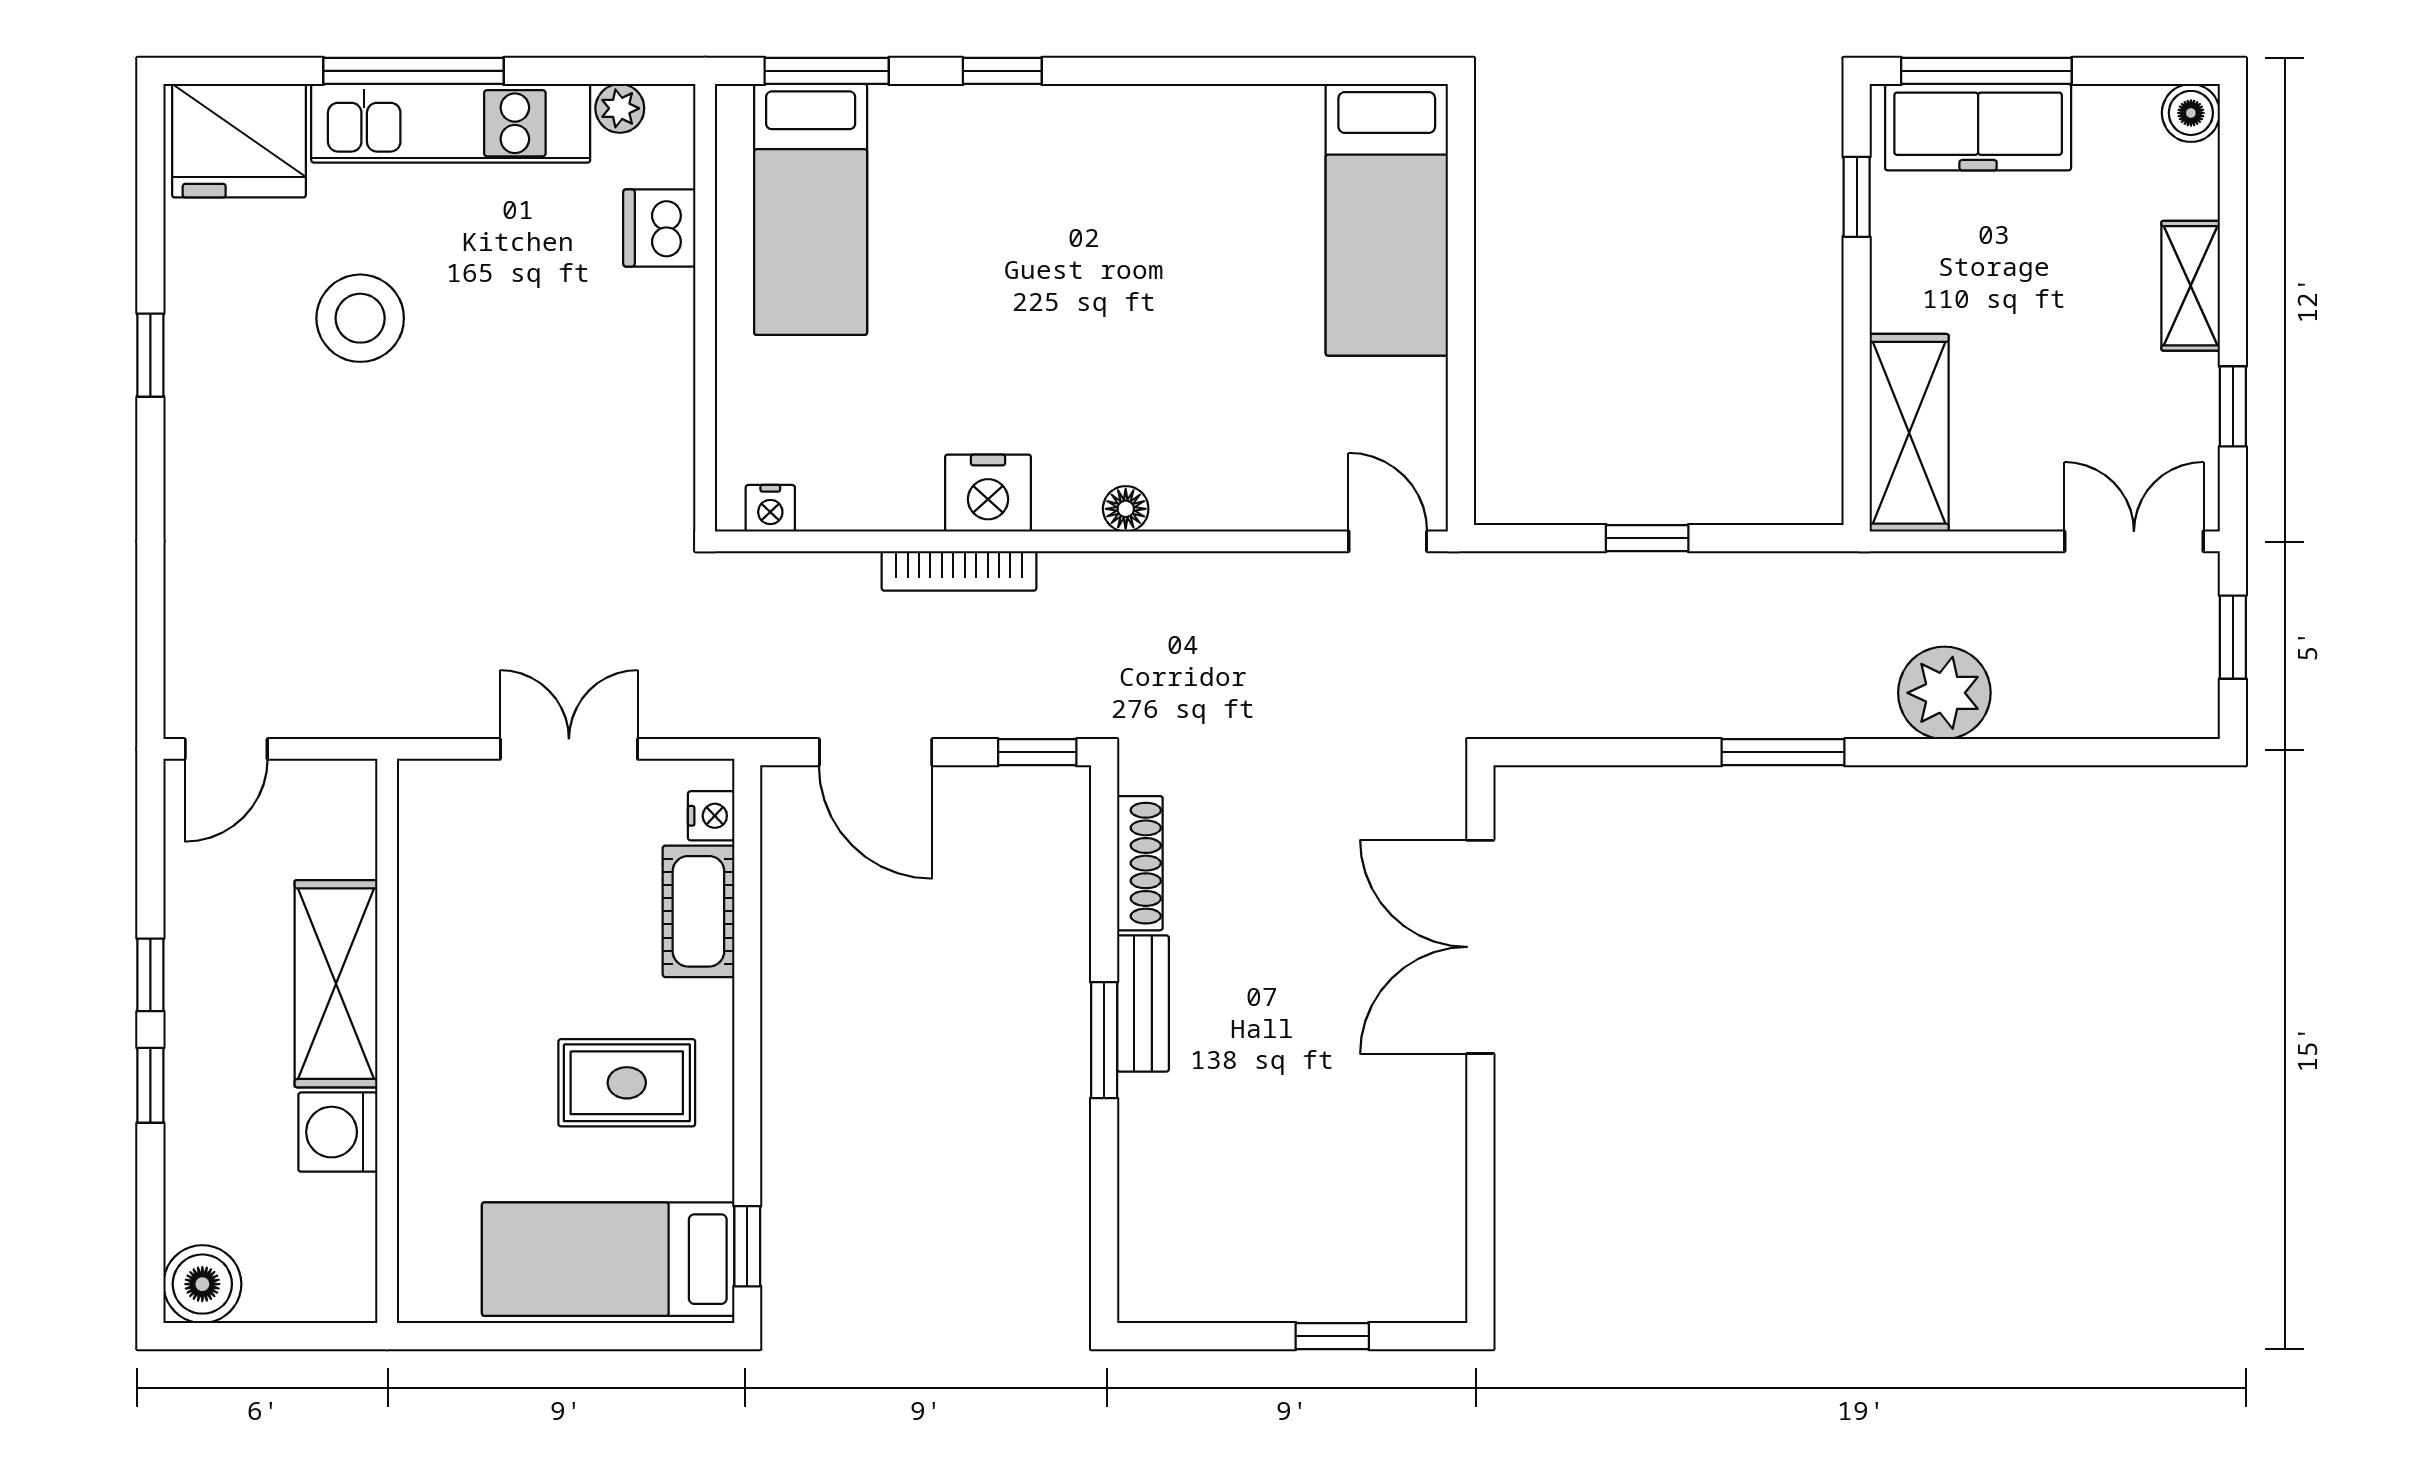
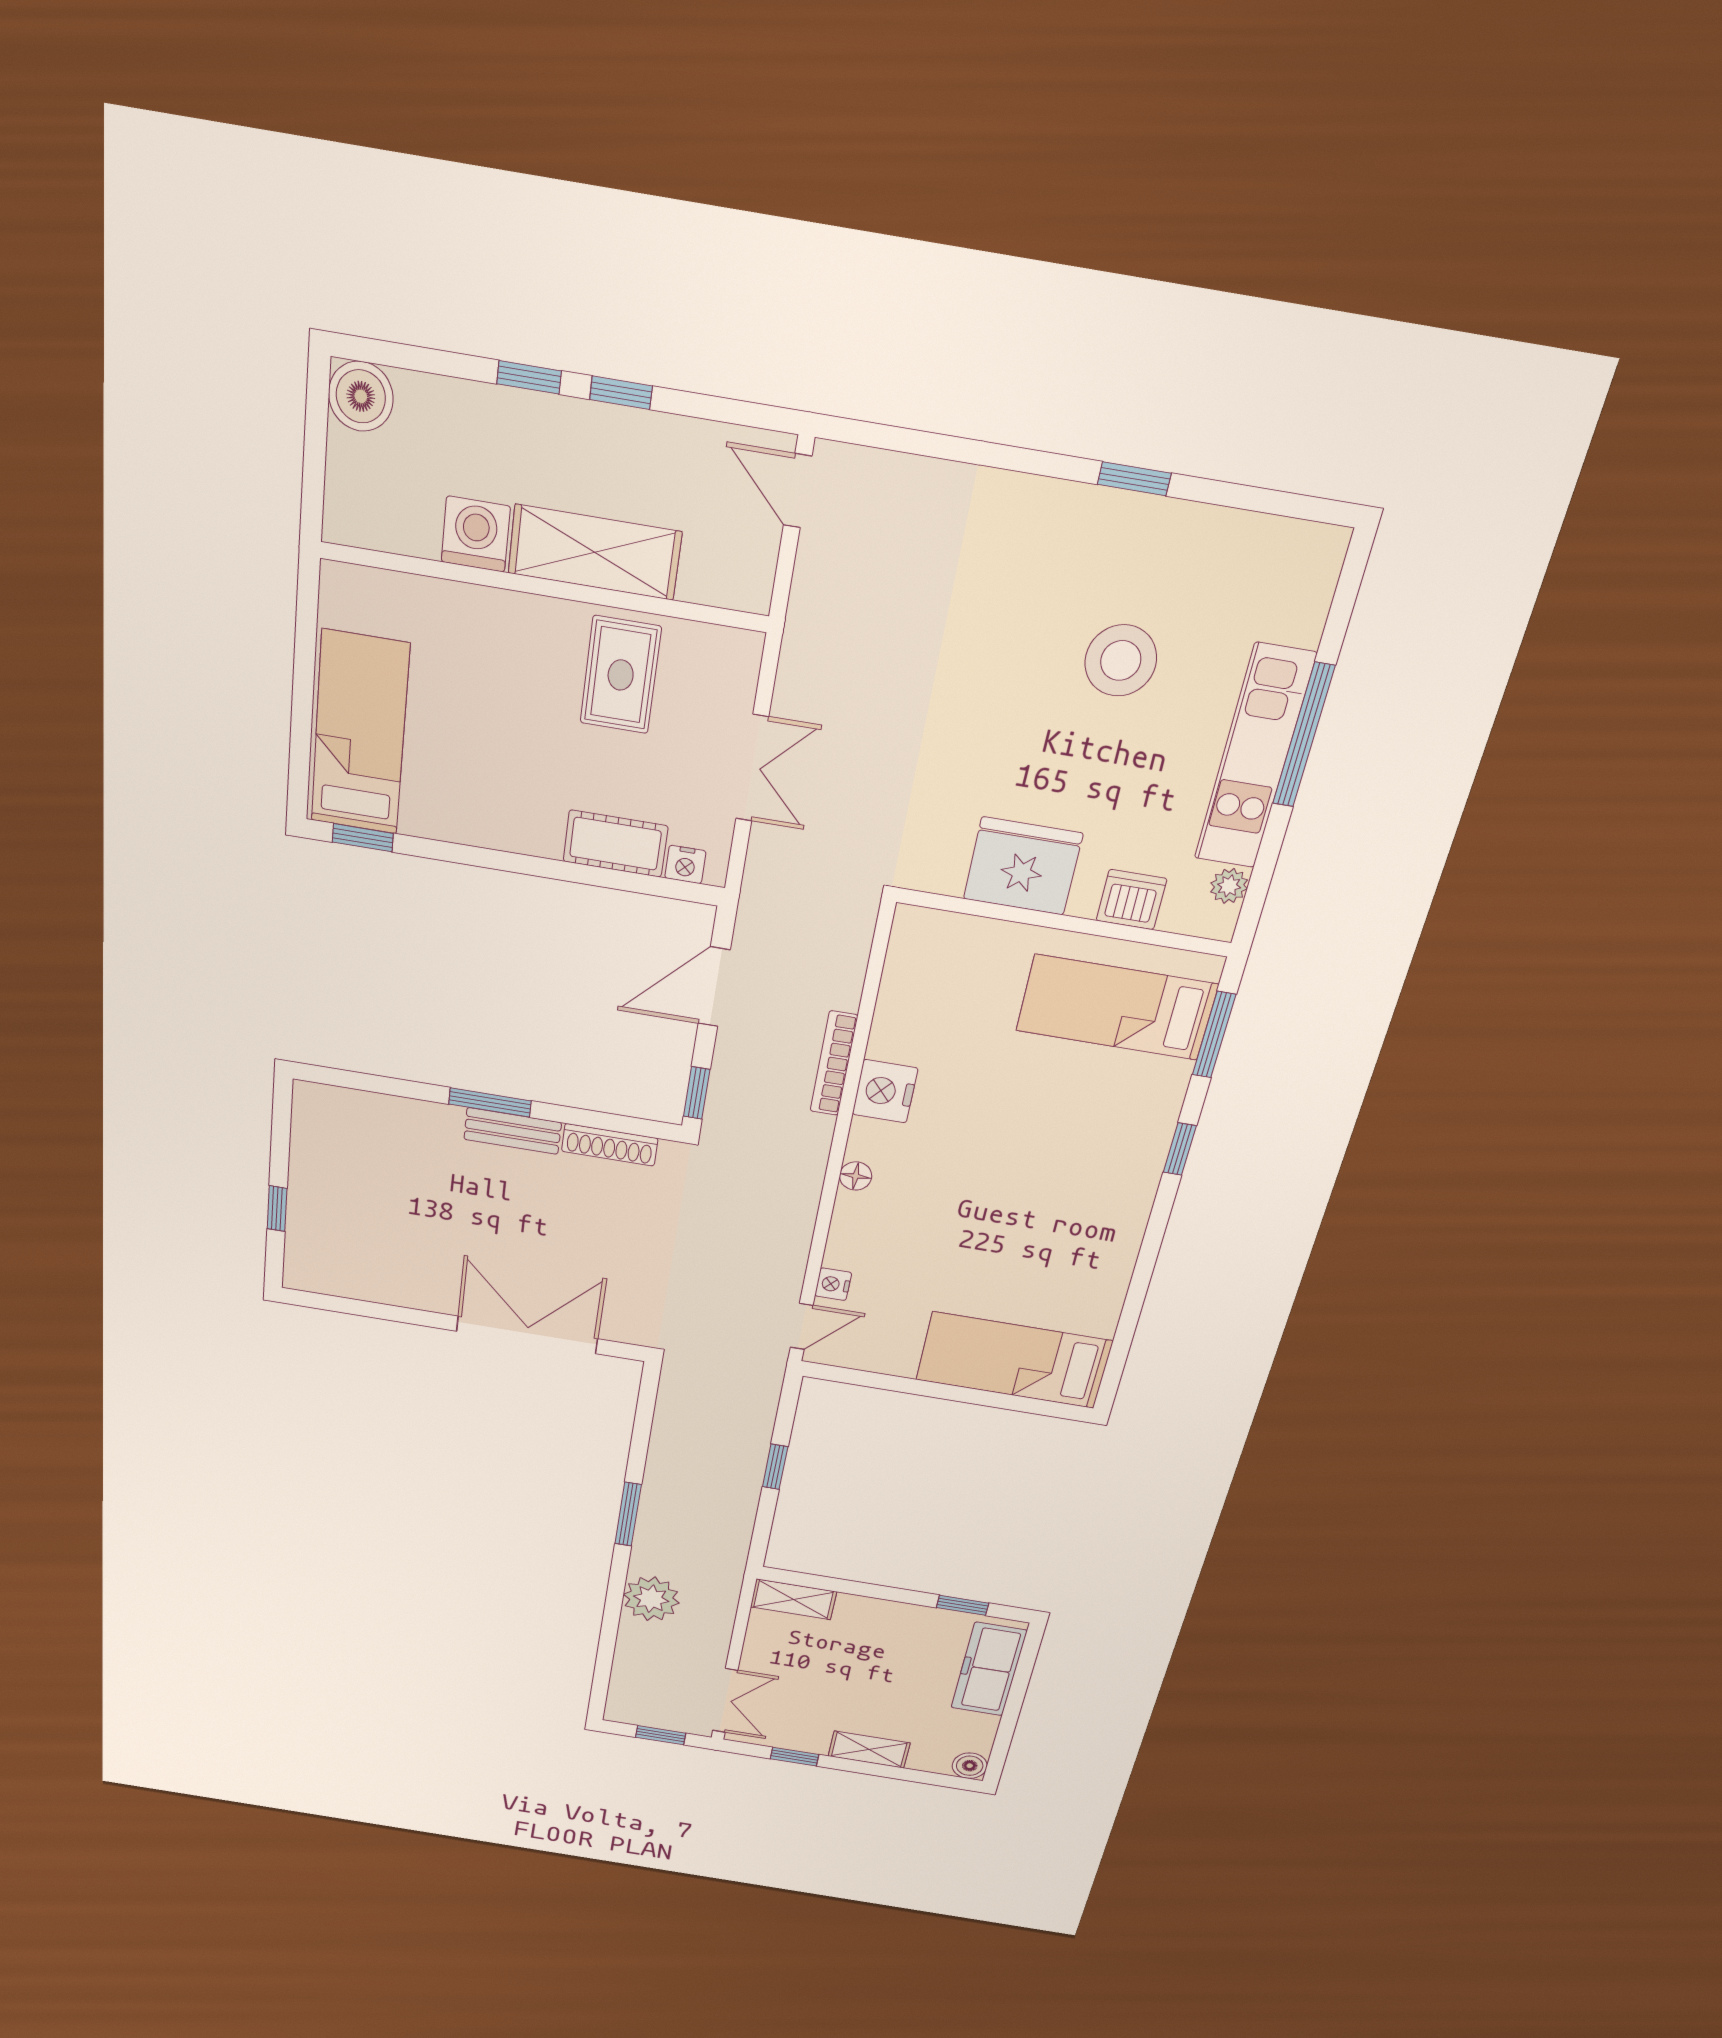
window: (1986, 71) -> (1021, 1679), removed
fridge: (239, 141) -> (1023, 866), moved, turned 90
shelving: (1909, 433) -> (793, 1599), width x0.67, depth x0.75
nightstand: (770, 508) -> (833, 1284), moved
rug: (627, 1083) -> (621, 675), moved

